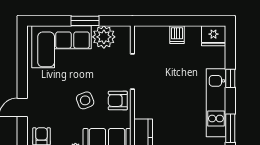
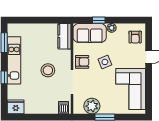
dishwasher: (177, 35) -> (64, 108), moved
corner sofa: (62, 47) -> (131, 89), moved, turned -90
stool: (167, 88) -> (48, 70), added

